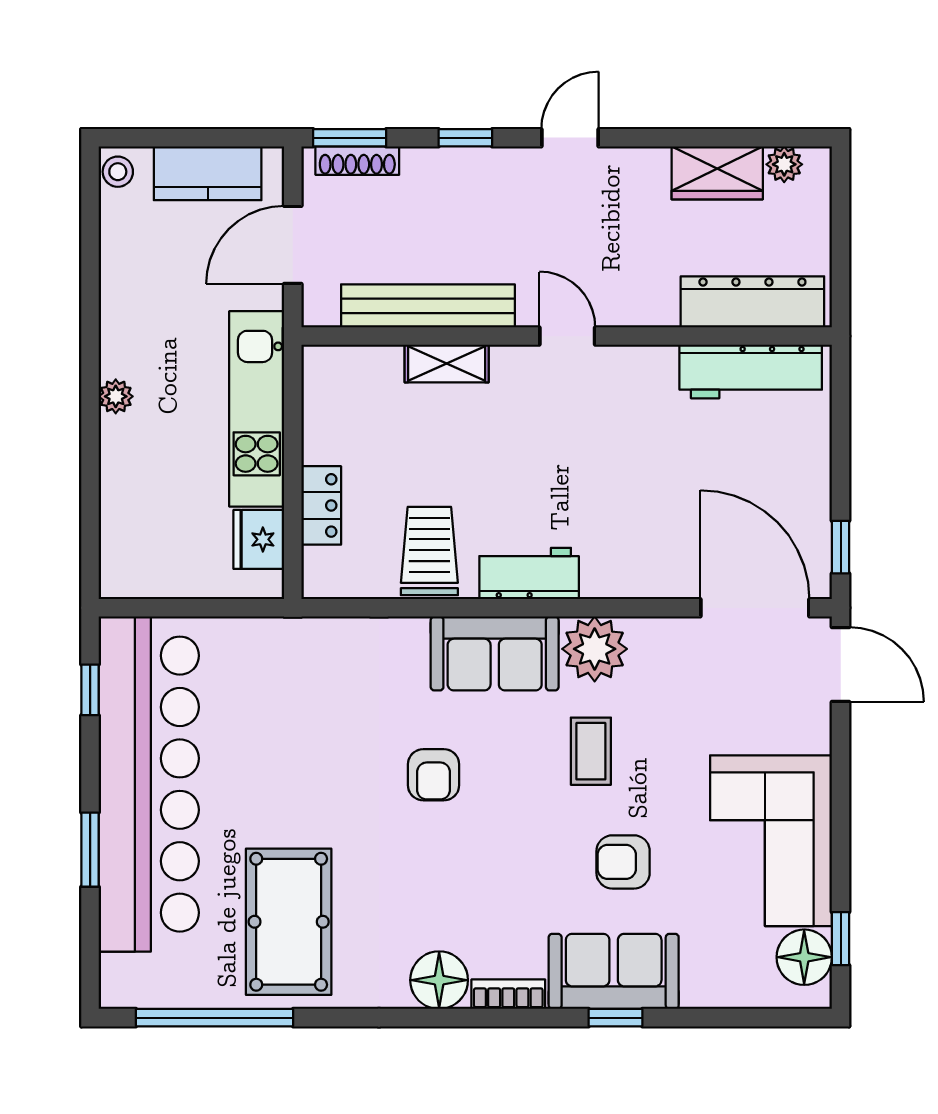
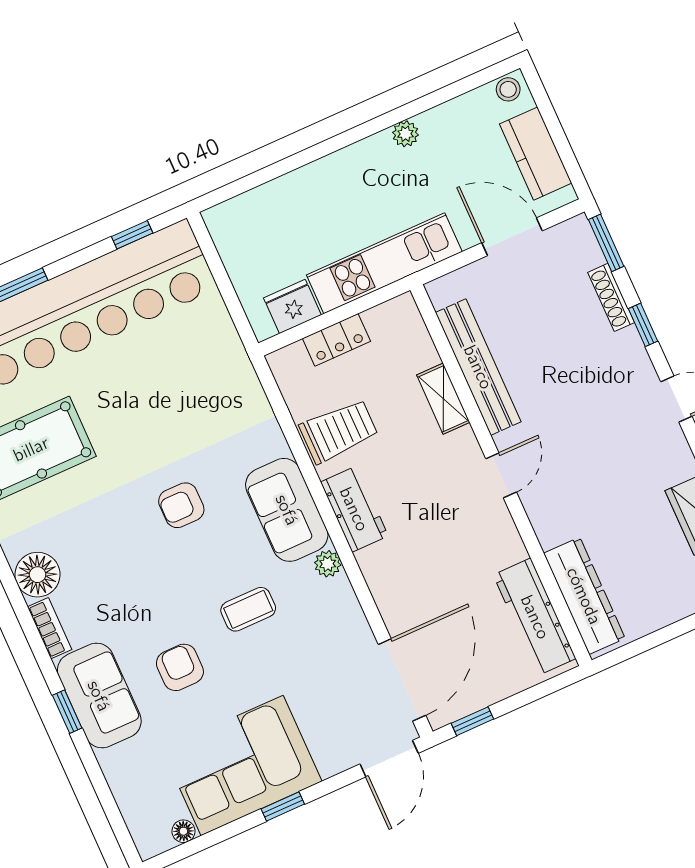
shoe rack: (357, 161) -> (611, 297), moved
dresser: (752, 302) -> (584, 596), moved
bench: (428, 306) -> (478, 367), moved
door: (567, 336) -> (501, 475), moved
wall: (567, 336) -> (501, 475), moved
shelving: (447, 364) -> (443, 399), moved
workbench: (751, 371) -> (535, 617), moved
plant: (116, 396) -> (405, 134), moved
plant: (595, 649) -> (328, 564), width x0.53, depth x0.53
window: (841, 939) -> (283, 806), moved
floor lamp: (804, 957) -> (183, 831), width x0.53, depth x0.53

